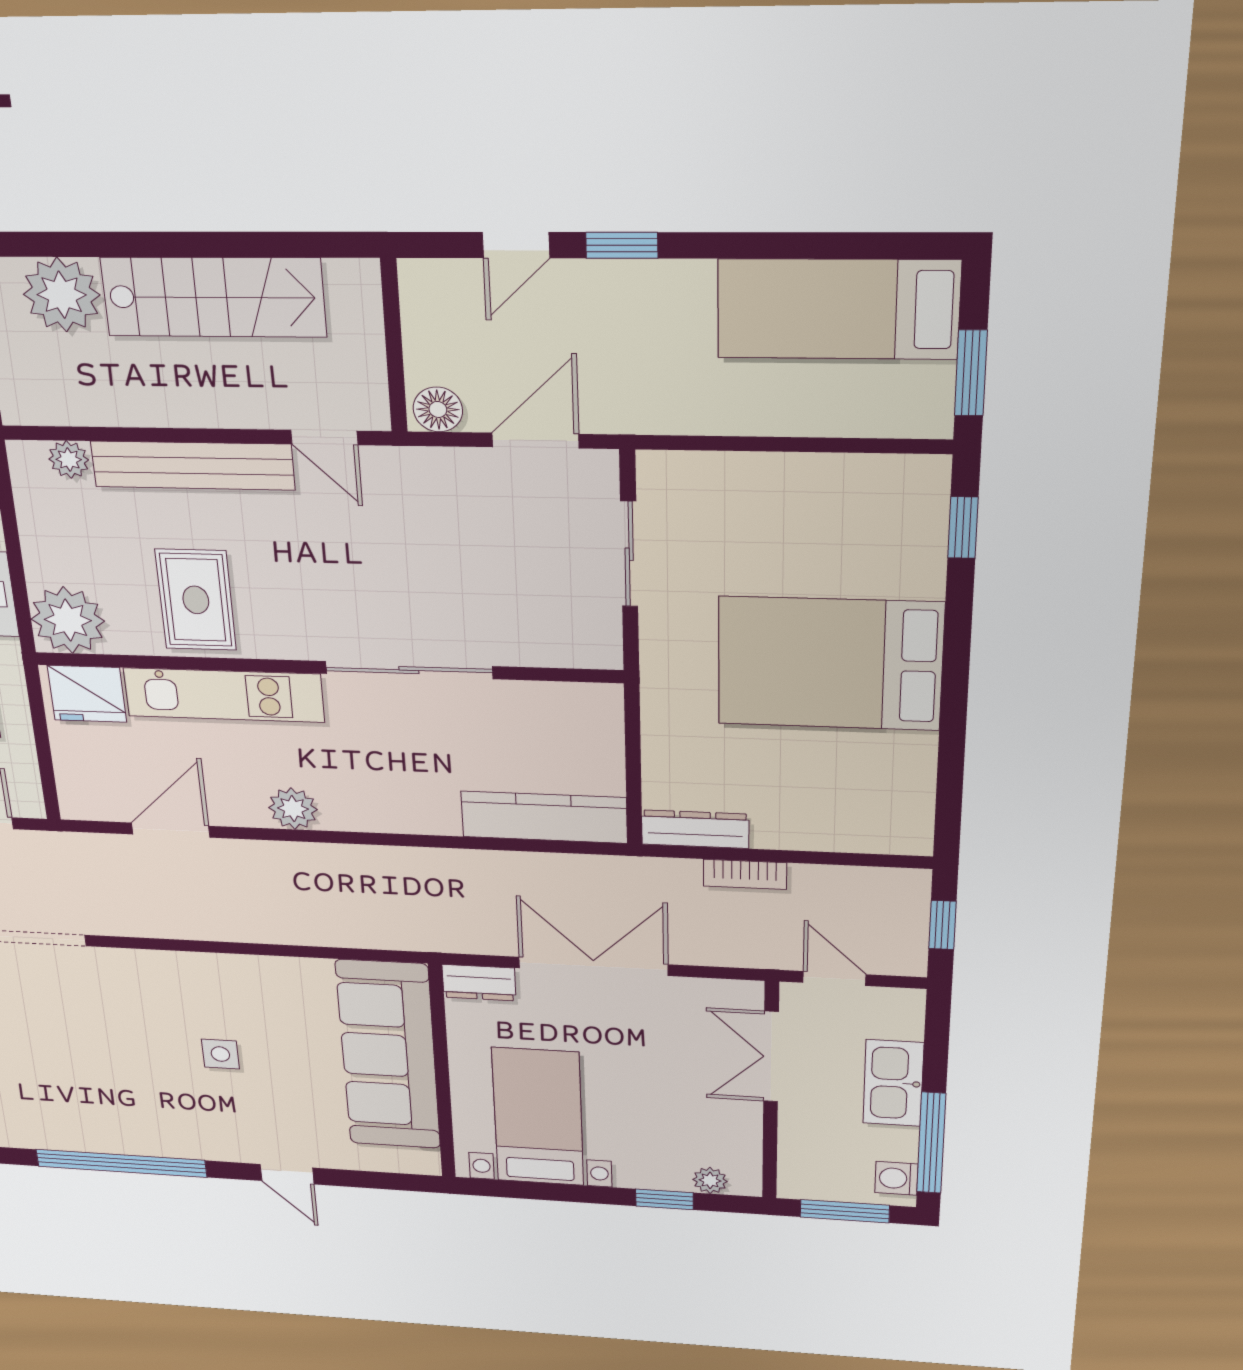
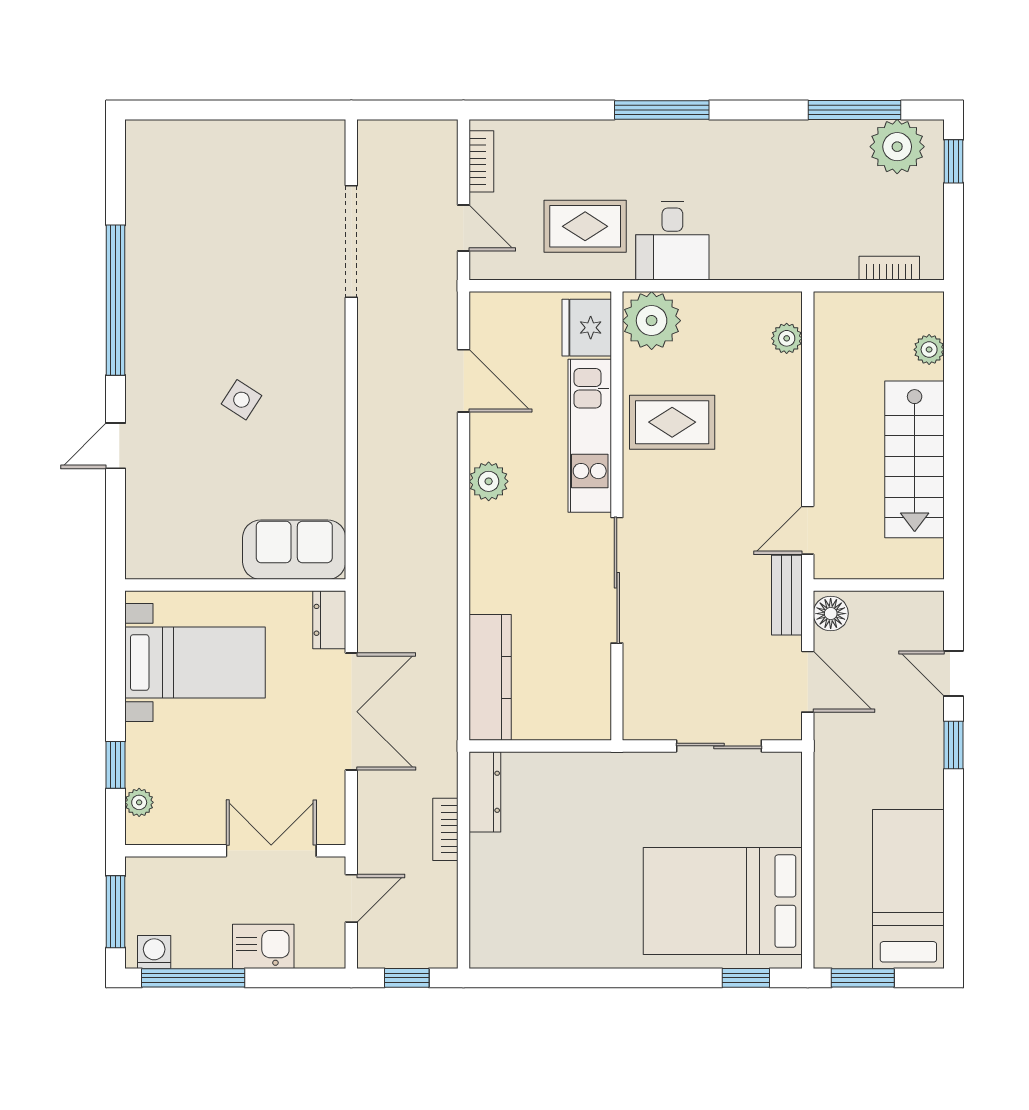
plant: (62, 295) -> (929, 350), width x0.53, depth x0.53
bench: (193, 466) -> (787, 595), moved, width x0.54, depth x0.82
bed: (830, 664) -> (723, 901), moved, turned -90
side table: (220, 1054) -> (241, 400), turned 33
sofa: (388, 1055) -> (294, 550), width x0.54, depth x0.79
kitchen sink: (893, 1083) -> (263, 946), width x0.73

